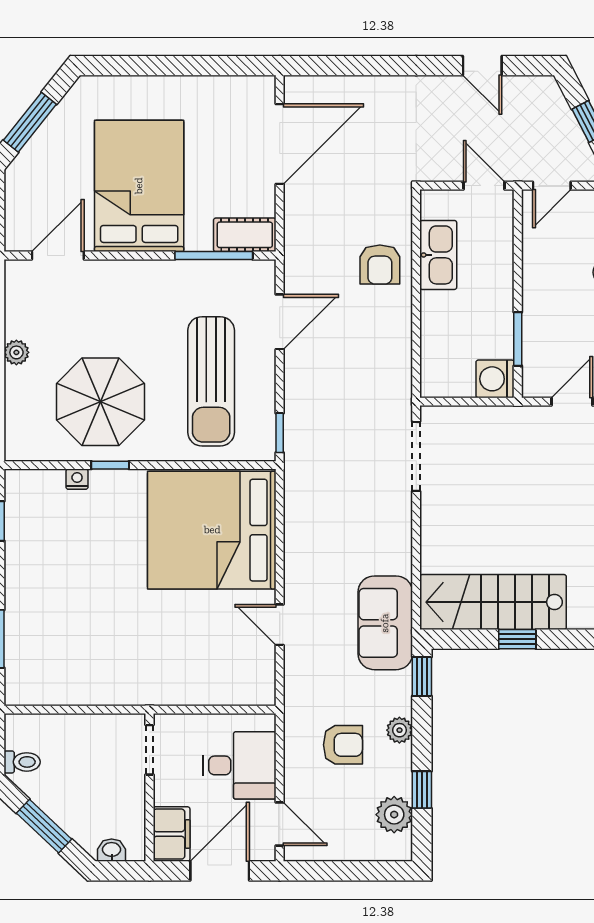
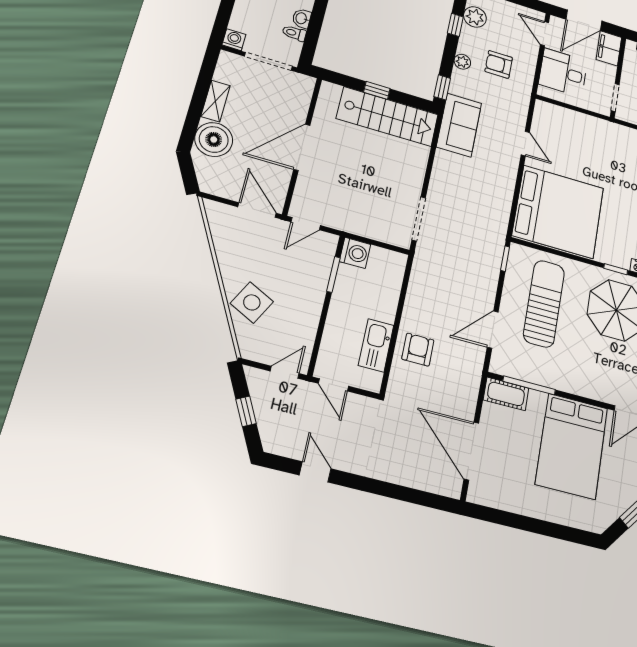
door: (280, 144) -> (471, 451), hinge flipped

